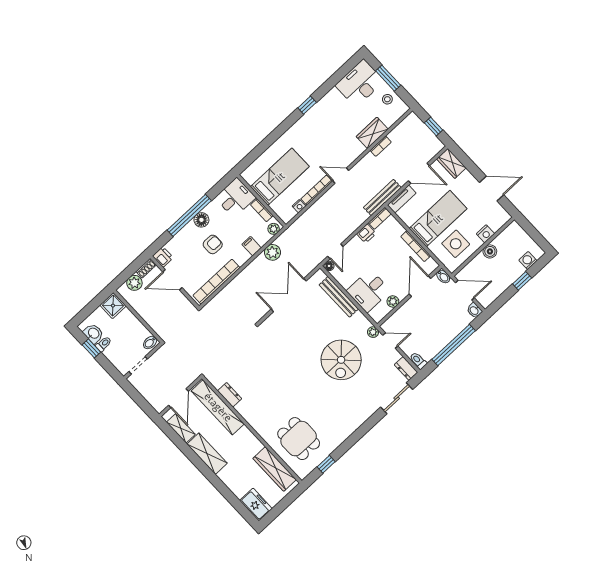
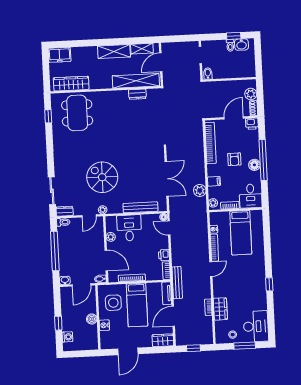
shower: (113, 306) -> (248, 70), removed
door: (178, 398) -> (161, 62), hinge flipped
dining table: (299, 439) -> (77, 113), width x1.38

